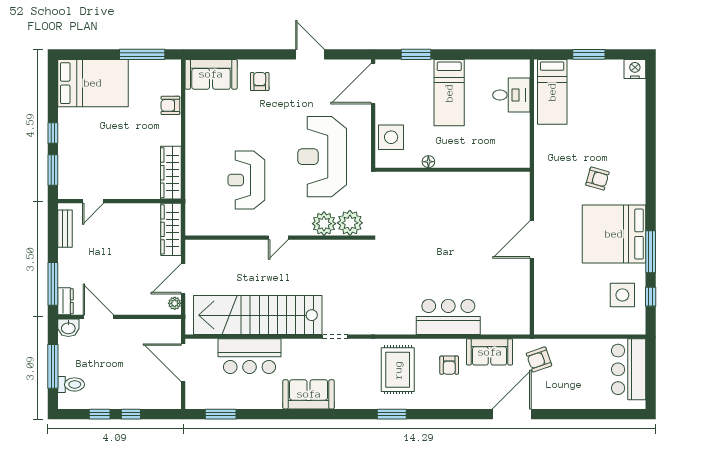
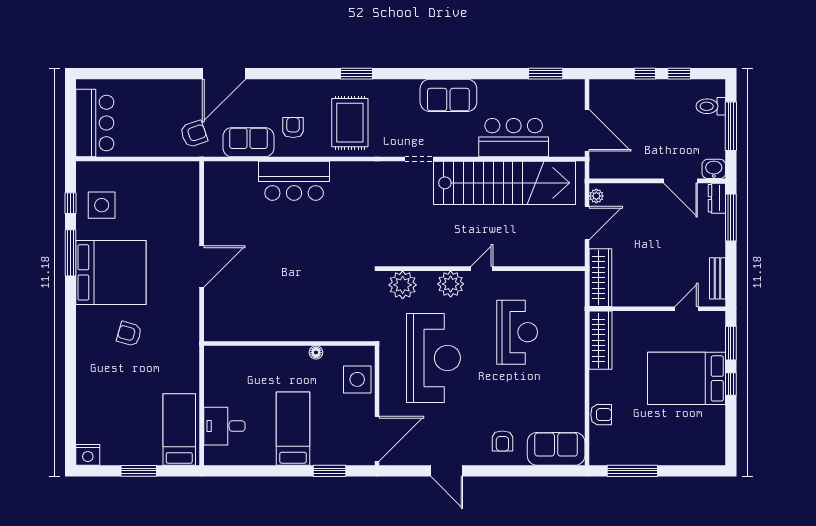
bed: (93, 83) -> (687, 378), moved
plant: (324, 224) -> (451, 284), moved

